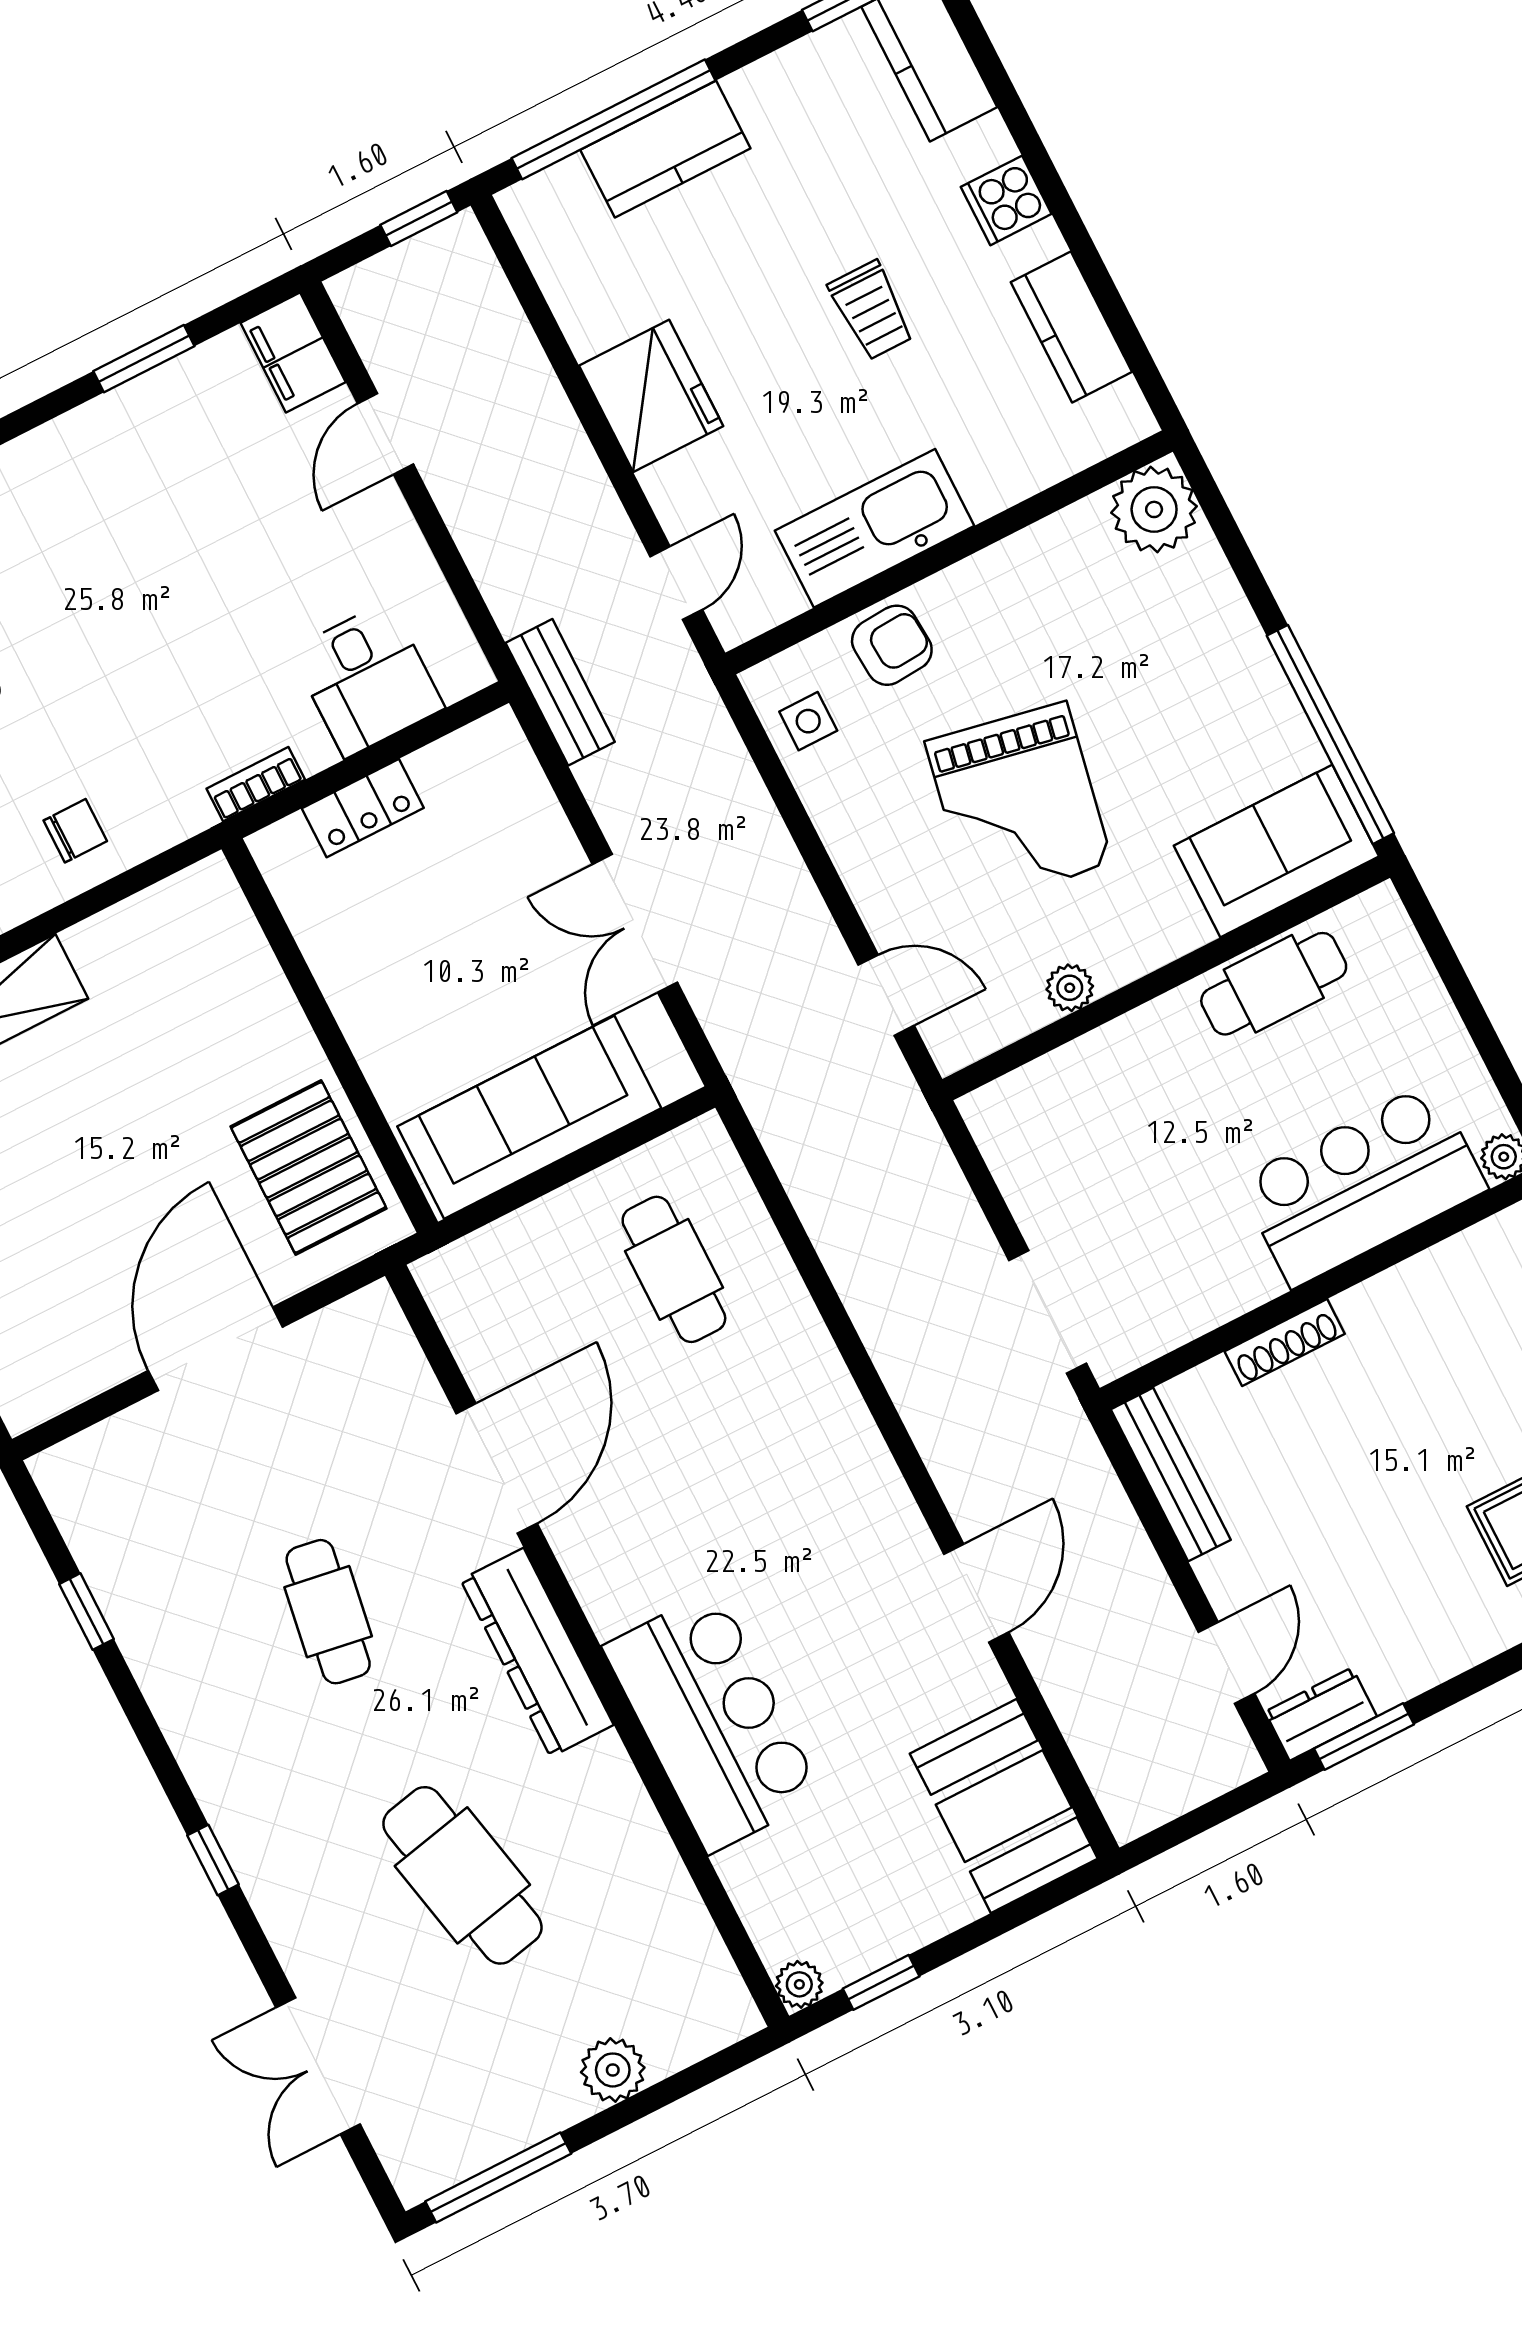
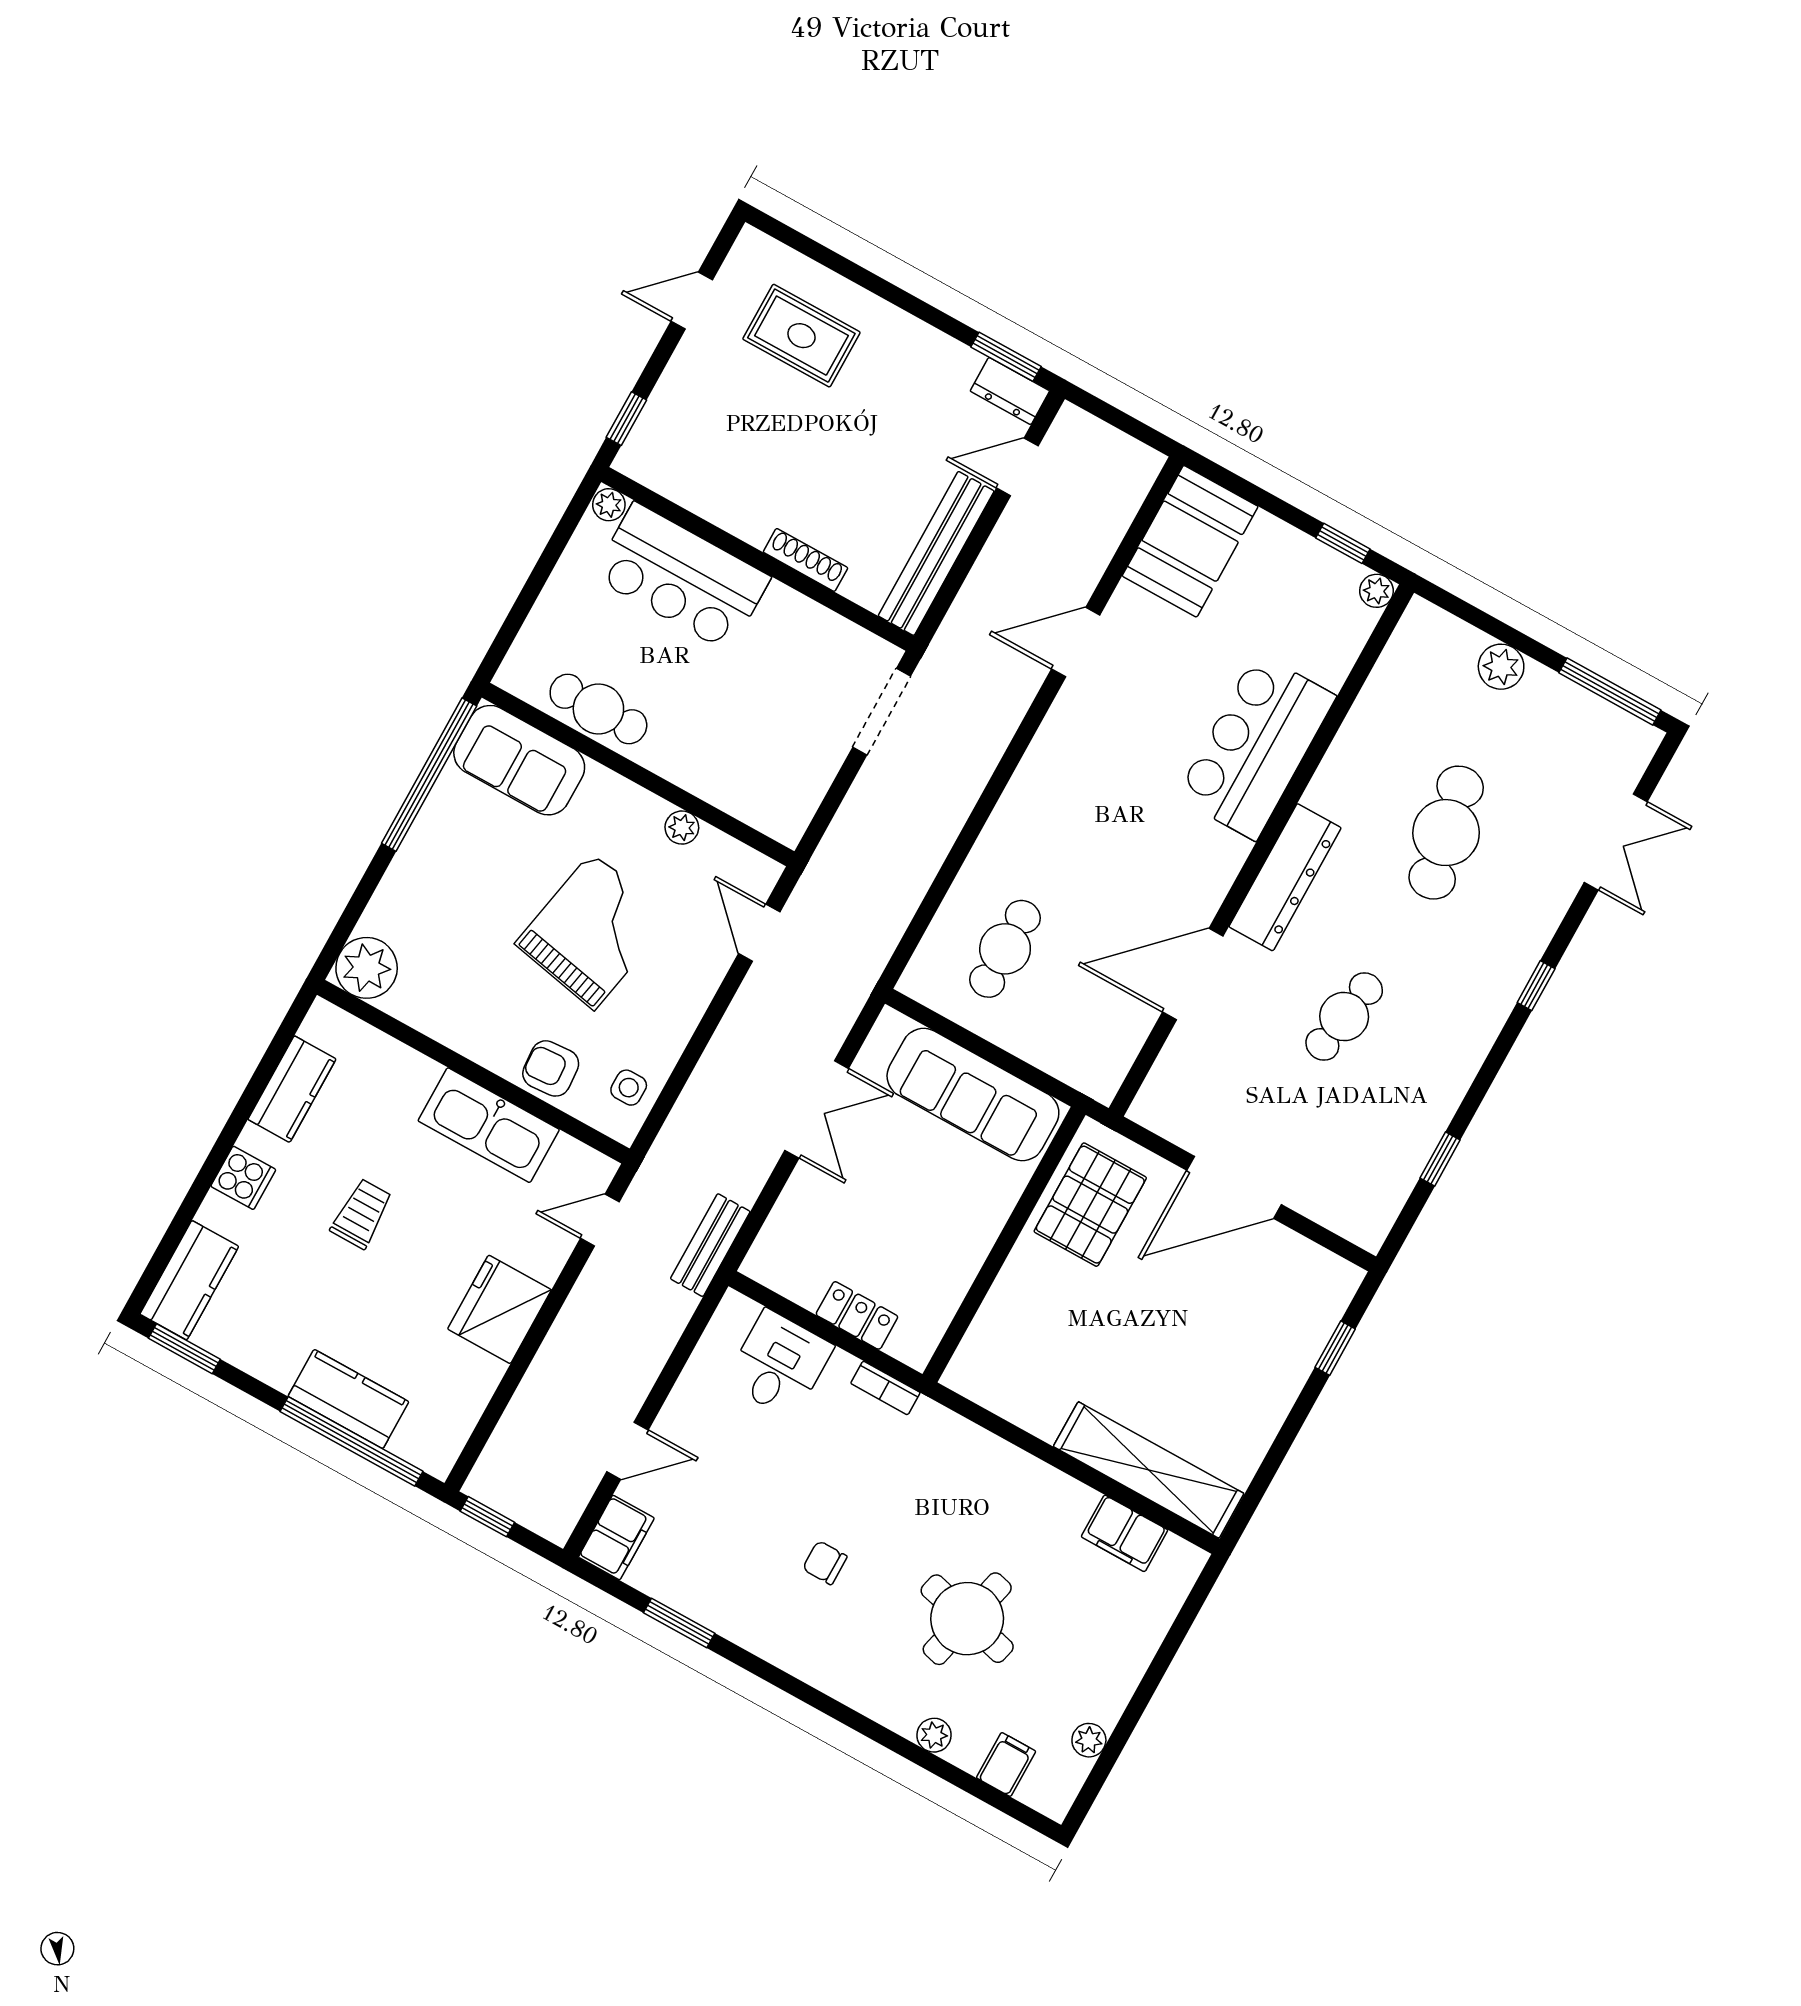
chair: (75, 831) -> (825, 1563), moved
bench: (1171, 1475) -> (936, 553), width x1.37, depth x1.21

